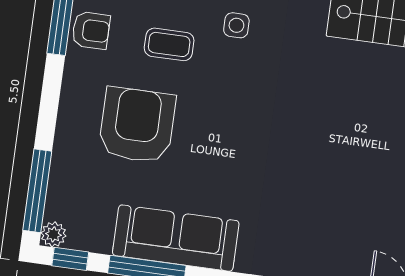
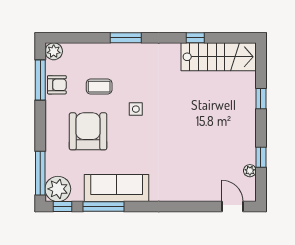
side table: (236, 25) -> (136, 109), moved
plant: (53, 234) -> (58, 189), width x1.87, depth x1.87

